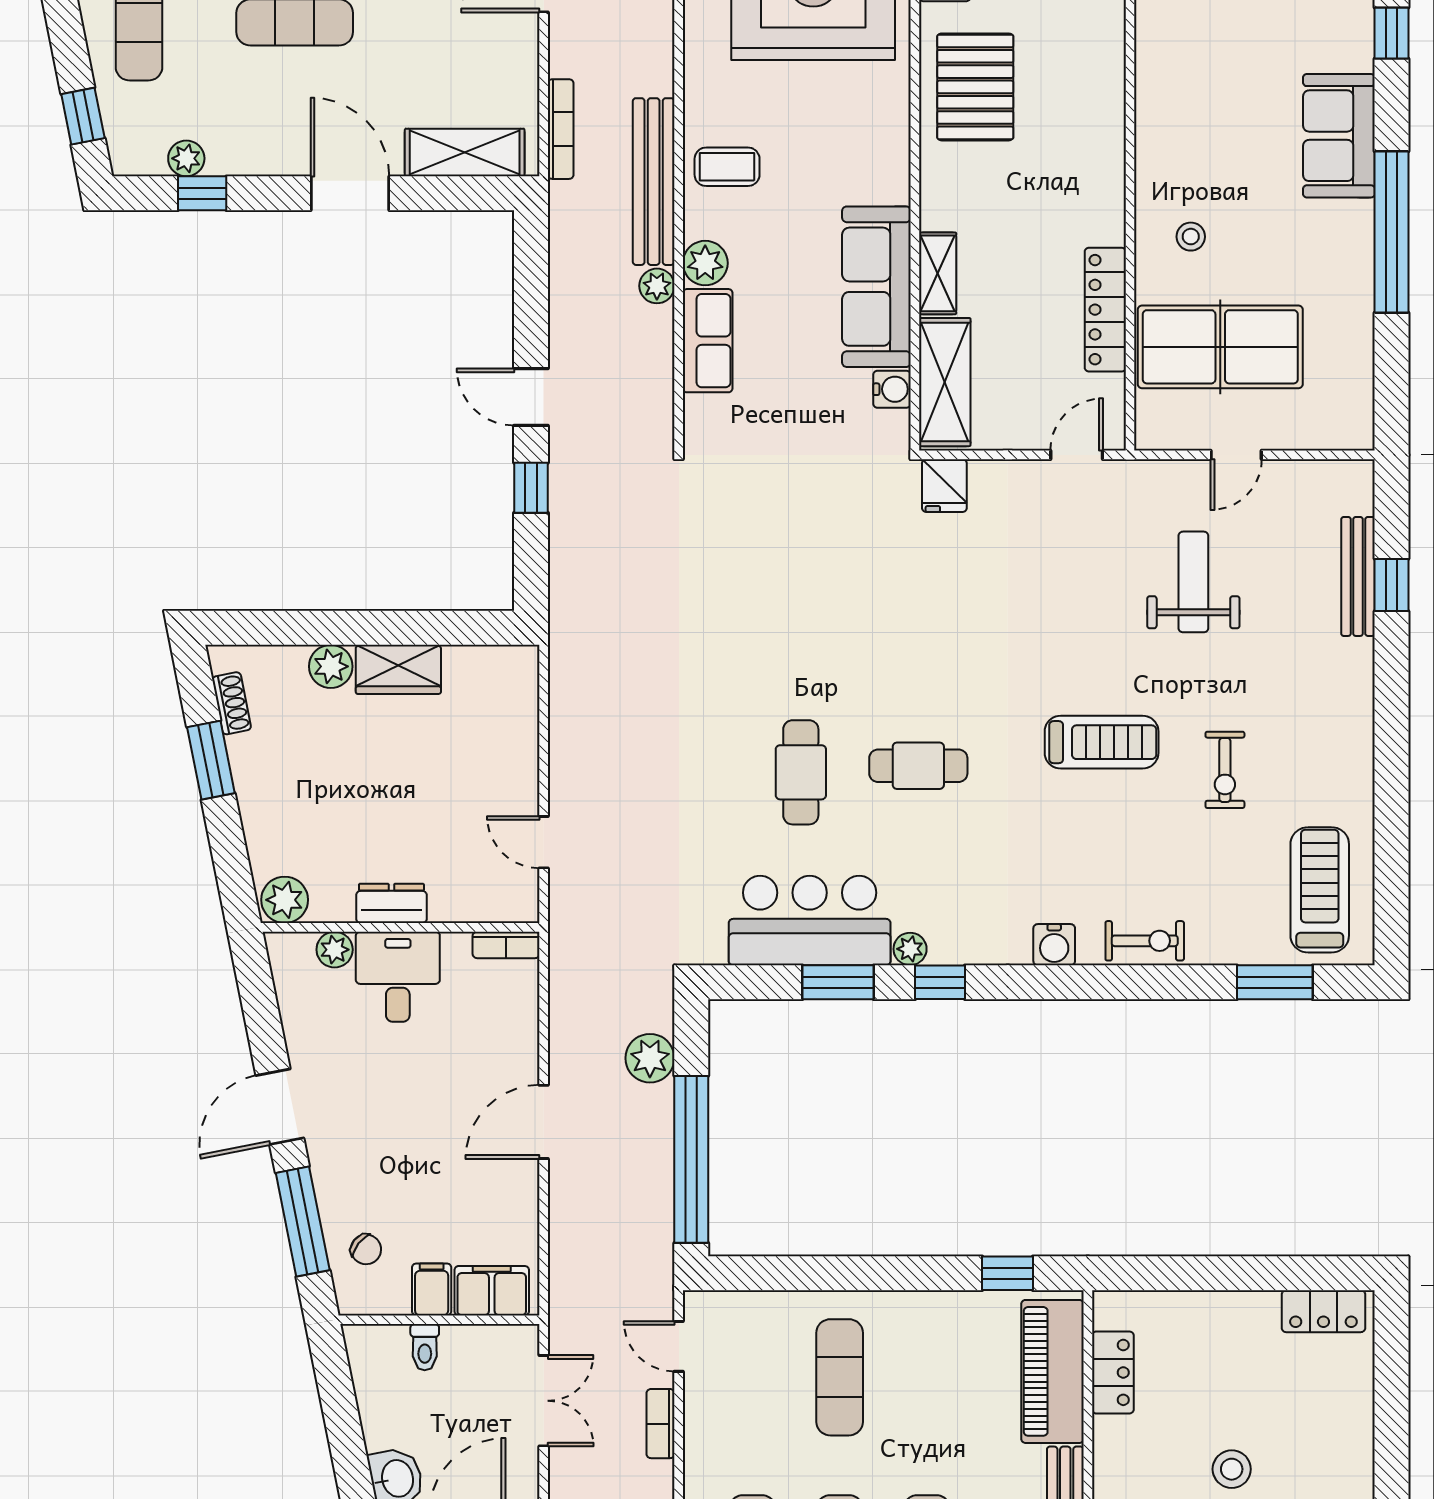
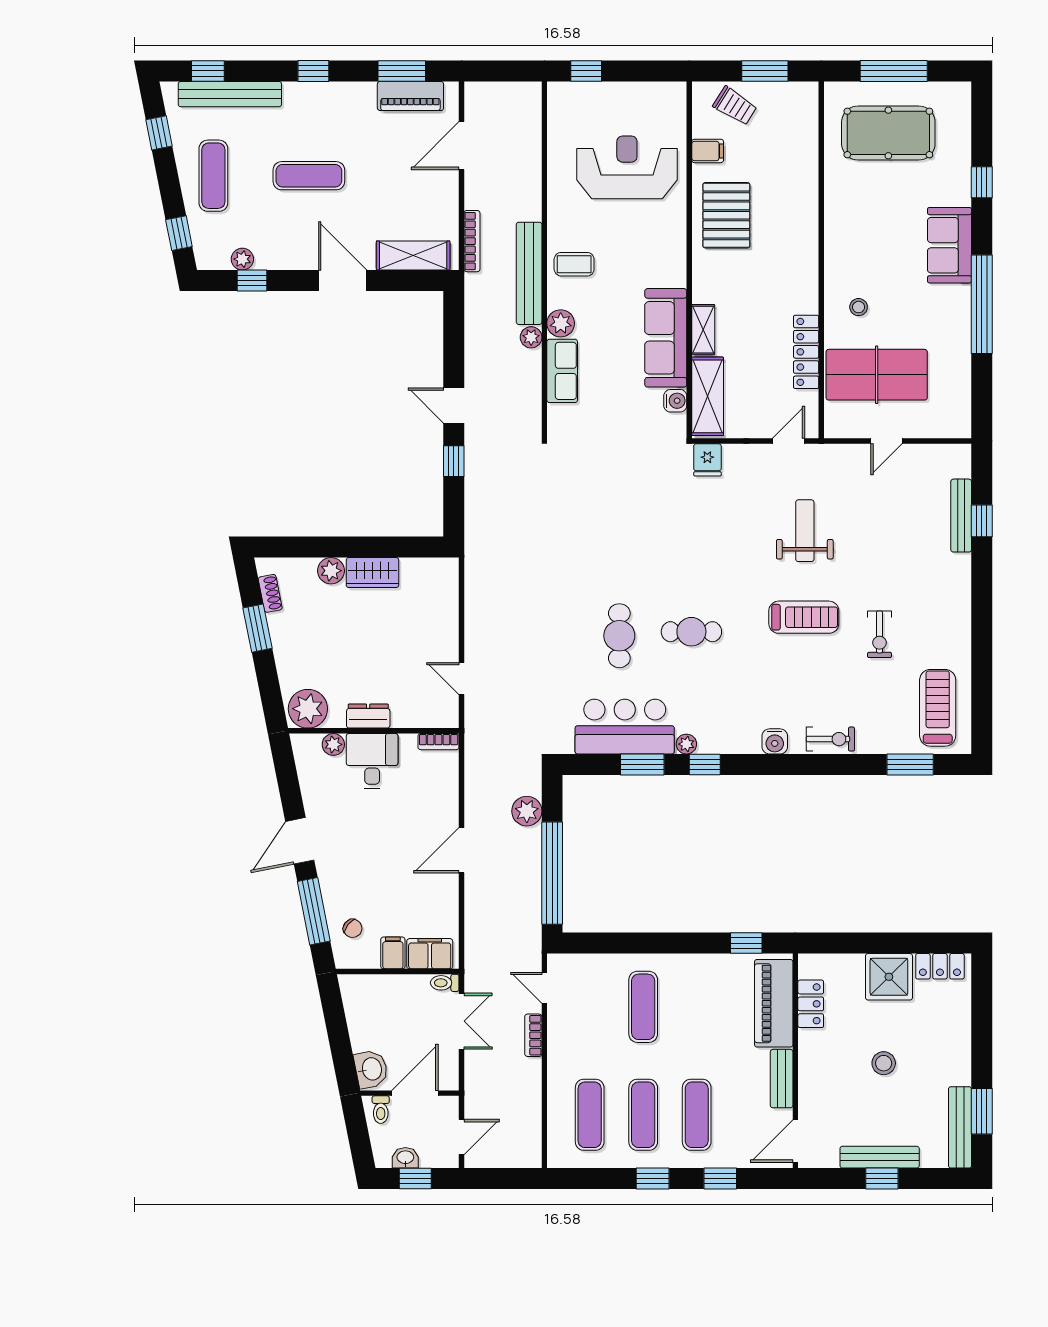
weight bench: (1193, 582) -> (805, 531), moved
plant: (285, 900) -> (308, 709), width x1.36, depth x1.36
shower: (1240, 1328) -> (889, 977), added
toilet: (425, 1347) -> (445, 983), moved, turned 90

